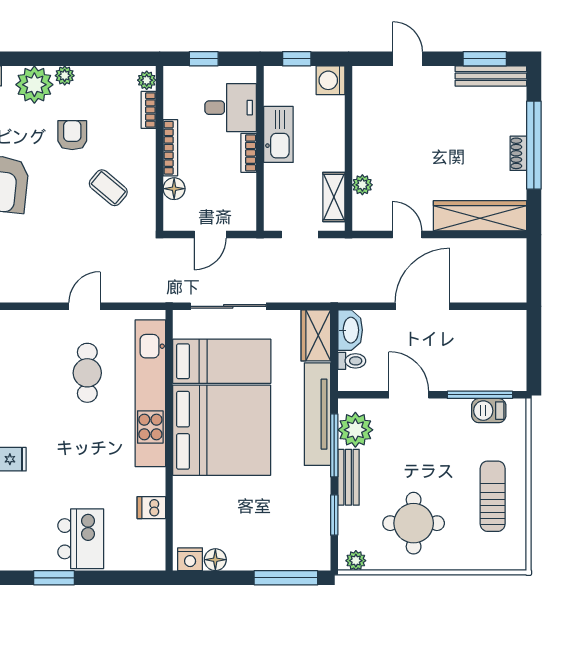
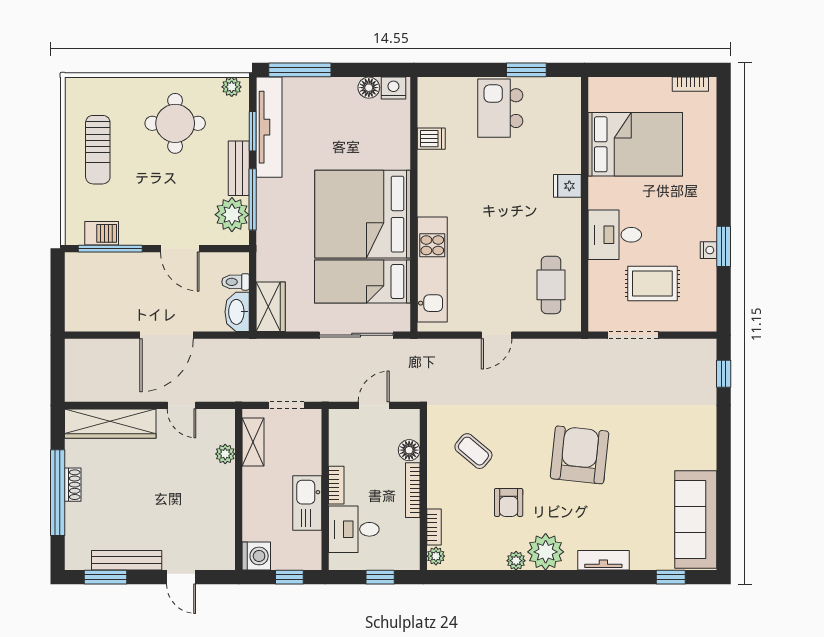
bench: (491, 76) -> (127, 560), moved
cafe table: (87, 373) -> (551, 285), moved
kitchen unit: (150, 393) -> (432, 269), width x0.73
tv unit: (317, 414) -> (269, 127), moved

